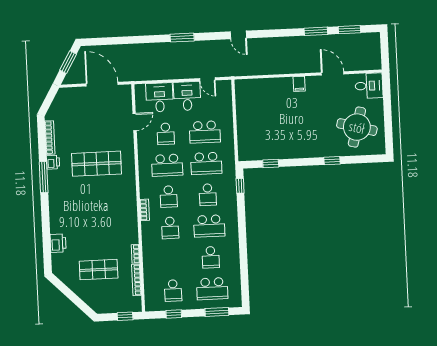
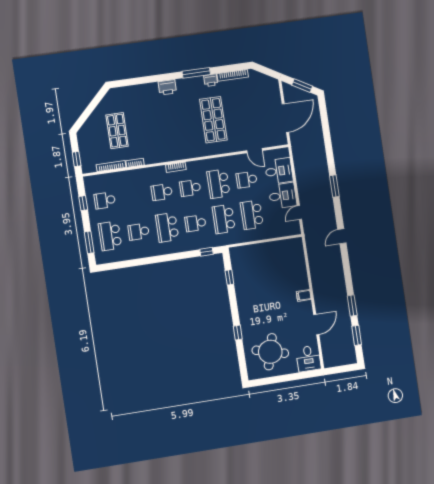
printer: (58, 243) -> (167, 87), moved

